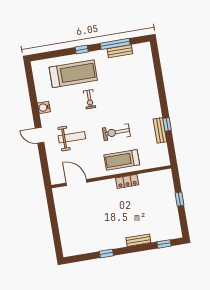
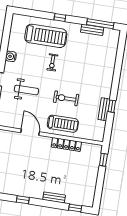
window: (115, 44) -> (100, 24), moved
treadmill: (122, 160) -> (63, 124), turned 180
locker: (127, 181) -> (66, 145), width x1.53
door: (77, 183) -> (30, 132), moved
window: (180, 199) -> (103, 160), moved

